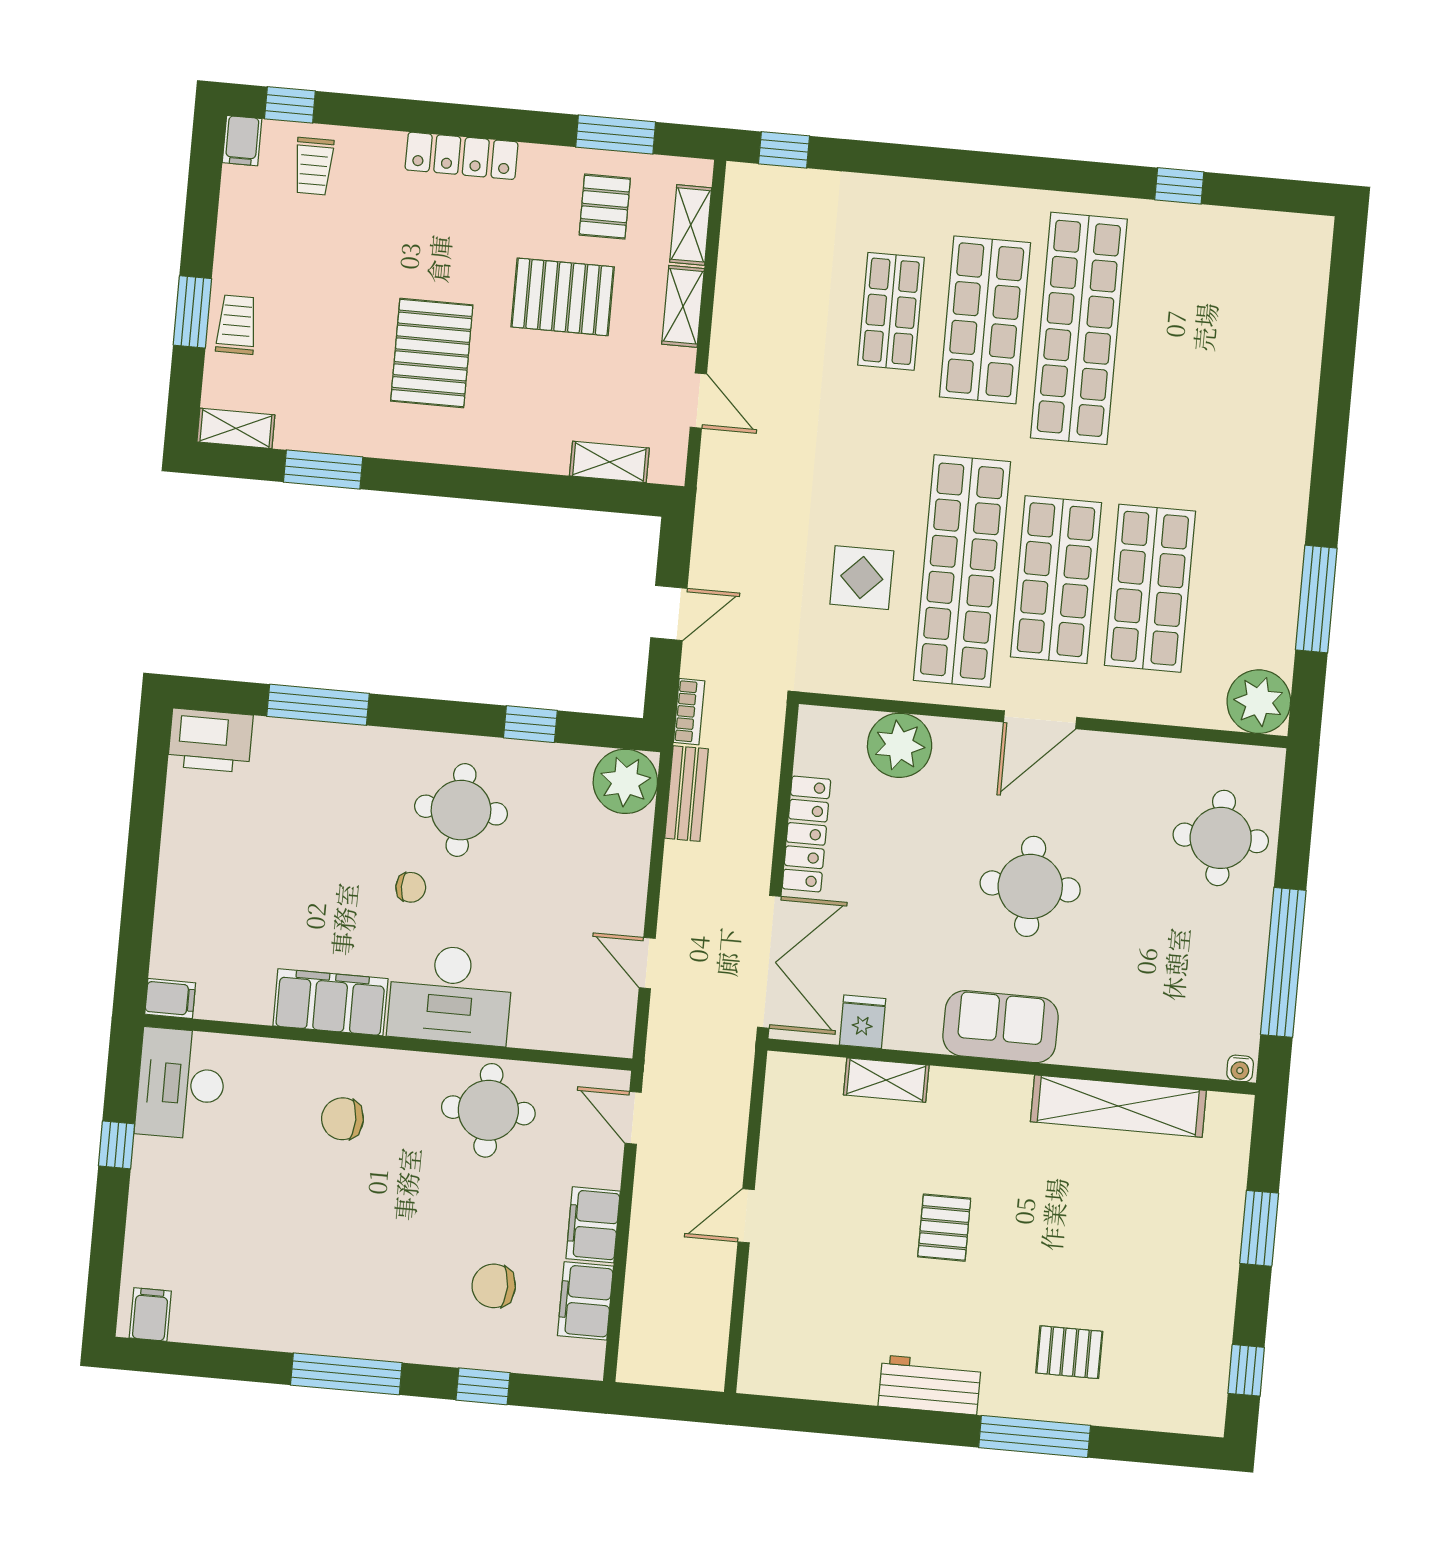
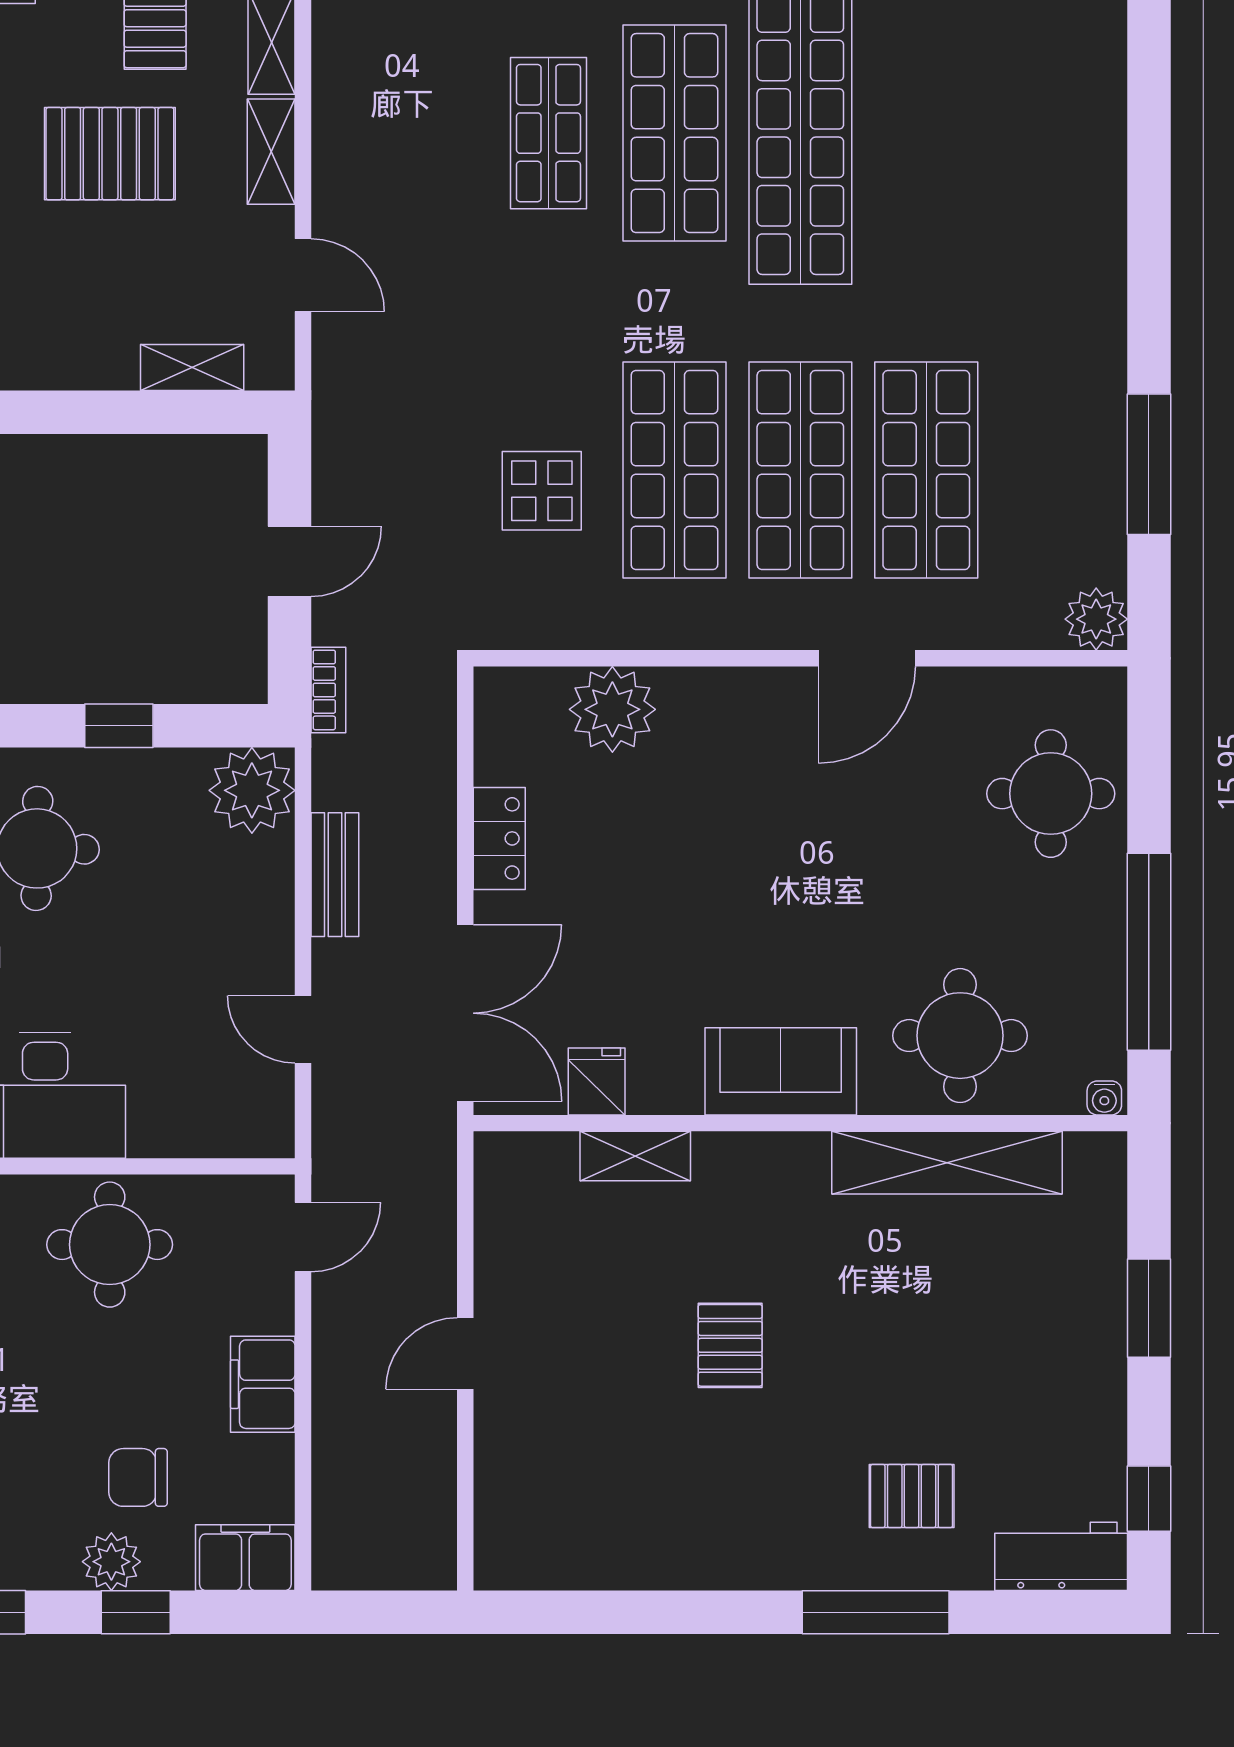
shop shelf: (962, 571) -> (674, 470), width x0.71
plant: (1259, 702) -> (1096, 619), width x0.73, depth x0.73
door: (1040, 720) -> (867, 658), moved
bench: (687, 794) -> (335, 875), moved
locker: (806, 834) -> (499, 838), width x0.66
round table: (1030, 886) -> (960, 1036), moved
door: (633, 1118) -> (303, 1237), swing flipped
filing cabinet: (585, 1301) -> (245, 1558), moved, turned 90
plant: (468, 1347) -> (111, 1562), added
workbench: (930, 1385) -> (1061, 1556), moved

